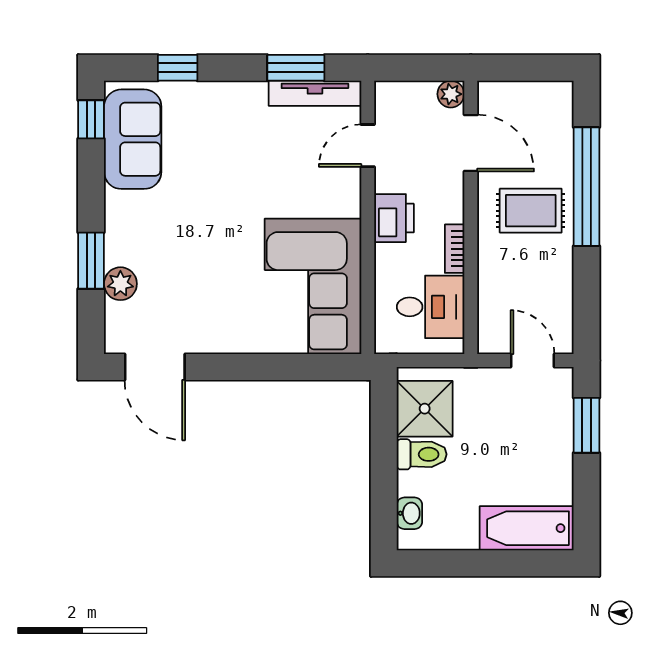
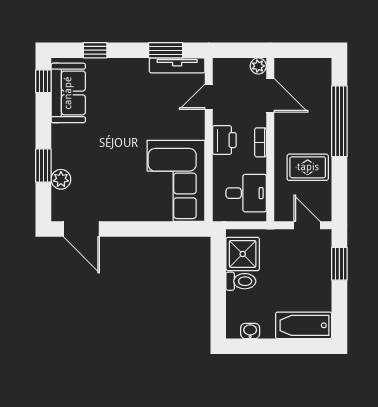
rug: (531, 211) -> (308, 167), moved
bookcase: (455, 249) -> (261, 142), moved
washbasin: (409, 513) -> (250, 331), moved, turned -90

